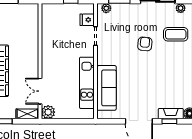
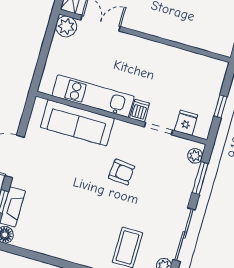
armchair: (145, 44) -> (122, 172), moved
dishwasher: (88, 51) -> (140, 111), added

